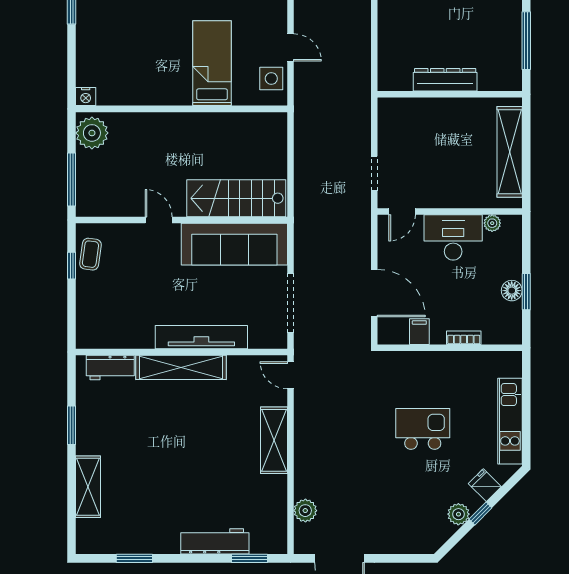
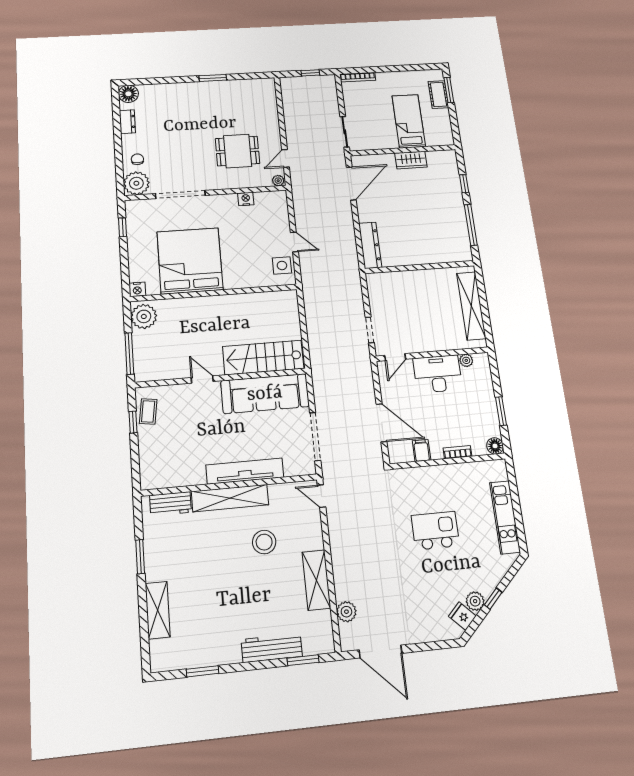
bed: (212, 63) -> (190, 261), moved, width x2.04
dresser: (445, 80) -> (370, 245), moved, turned 90
floor lamp: (512, 291) -> (495, 446), moved
stool: (217, 422) -> (264, 542), added
shelving: (274, 440) -> (316, 580), moved
fridge: (485, 485) -> (462, 616), moved

